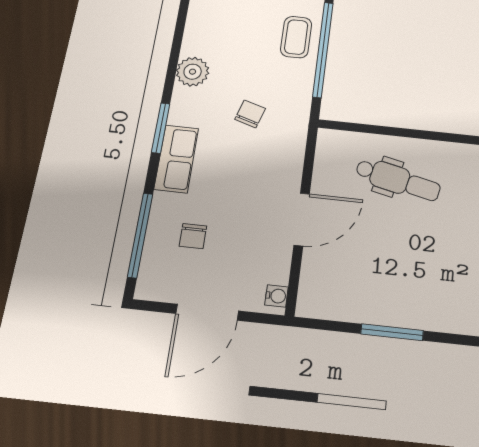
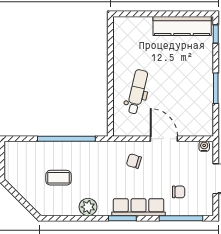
coffee table: (296, 37) -> (59, 178), moved
chair: (250, 114) -> (134, 161), moved
row of seats: (176, 159) -> (139, 207), width x1.48

